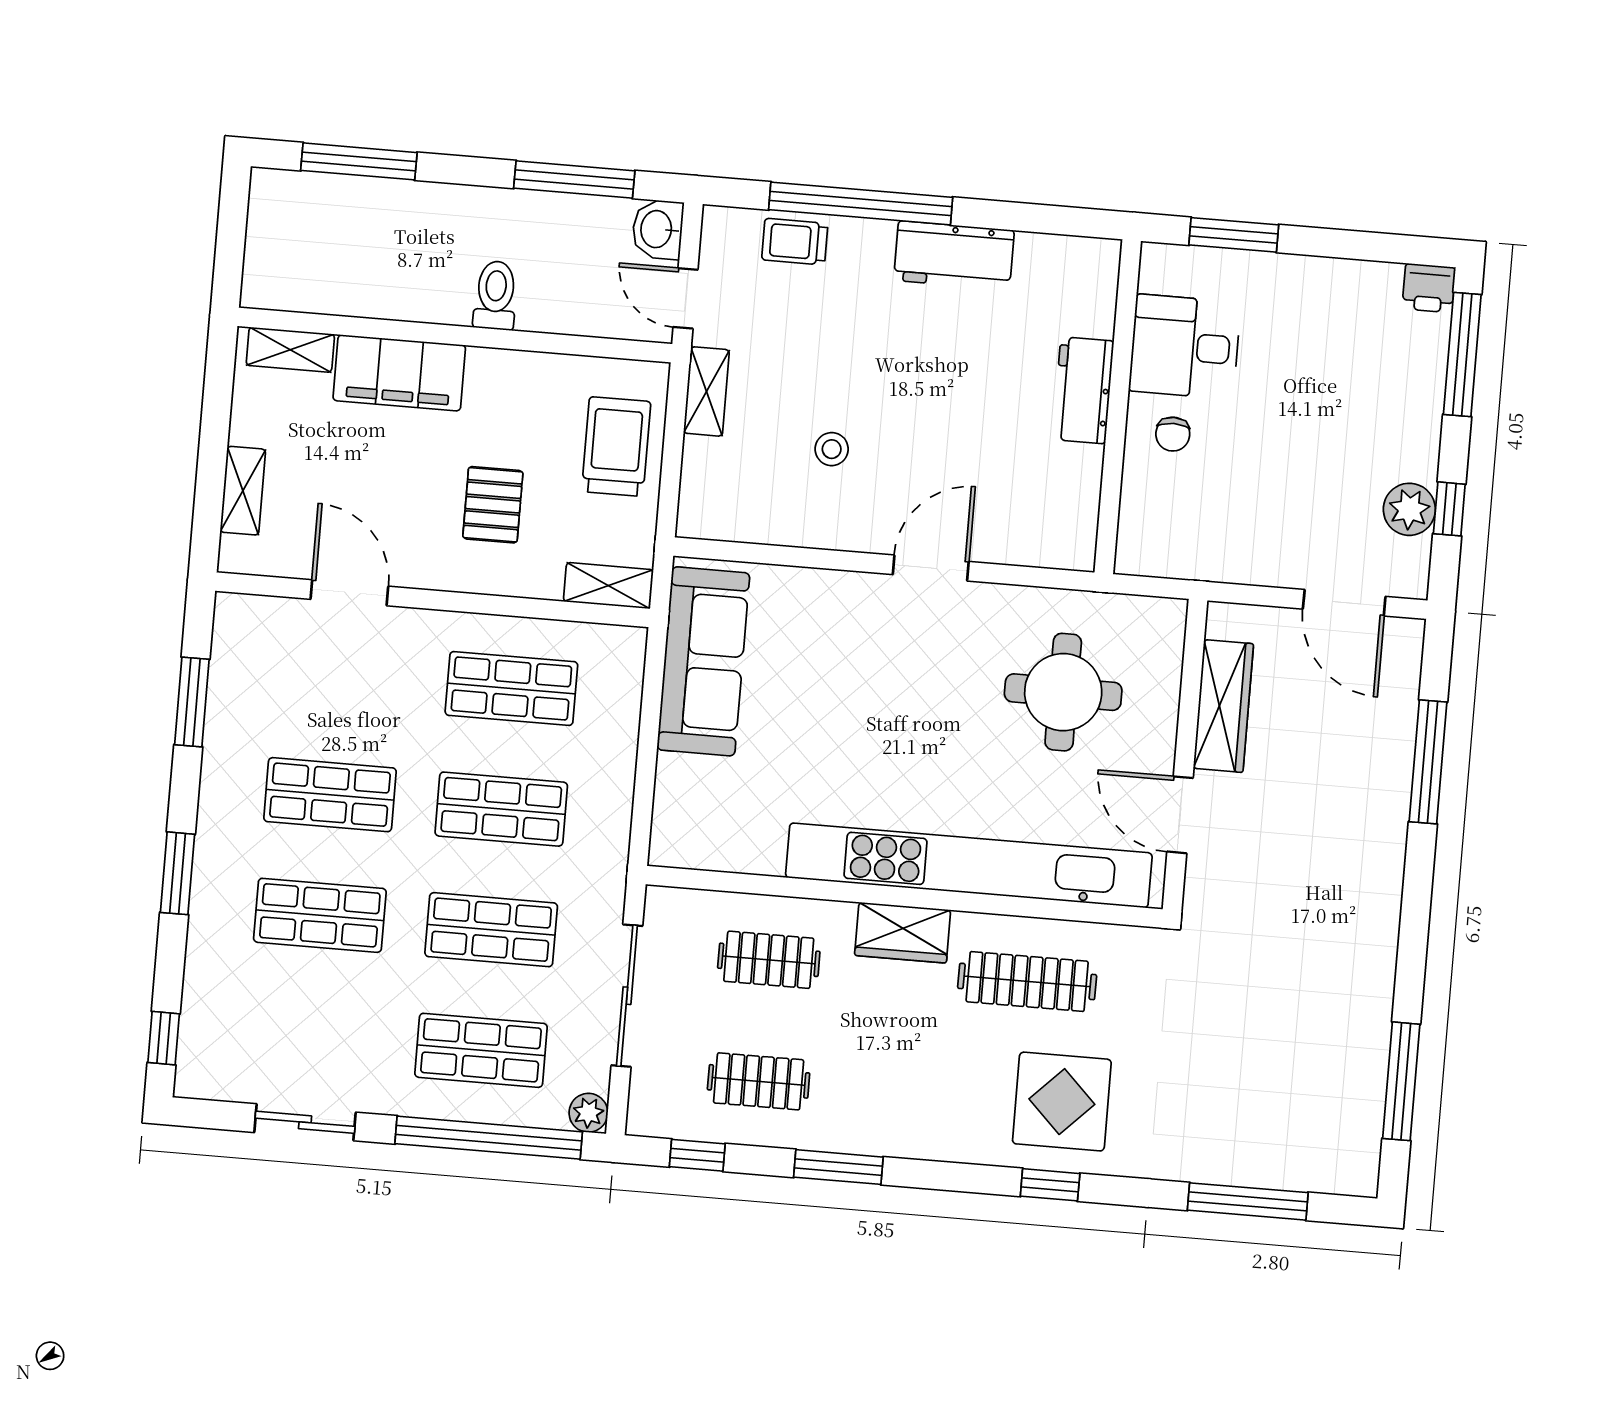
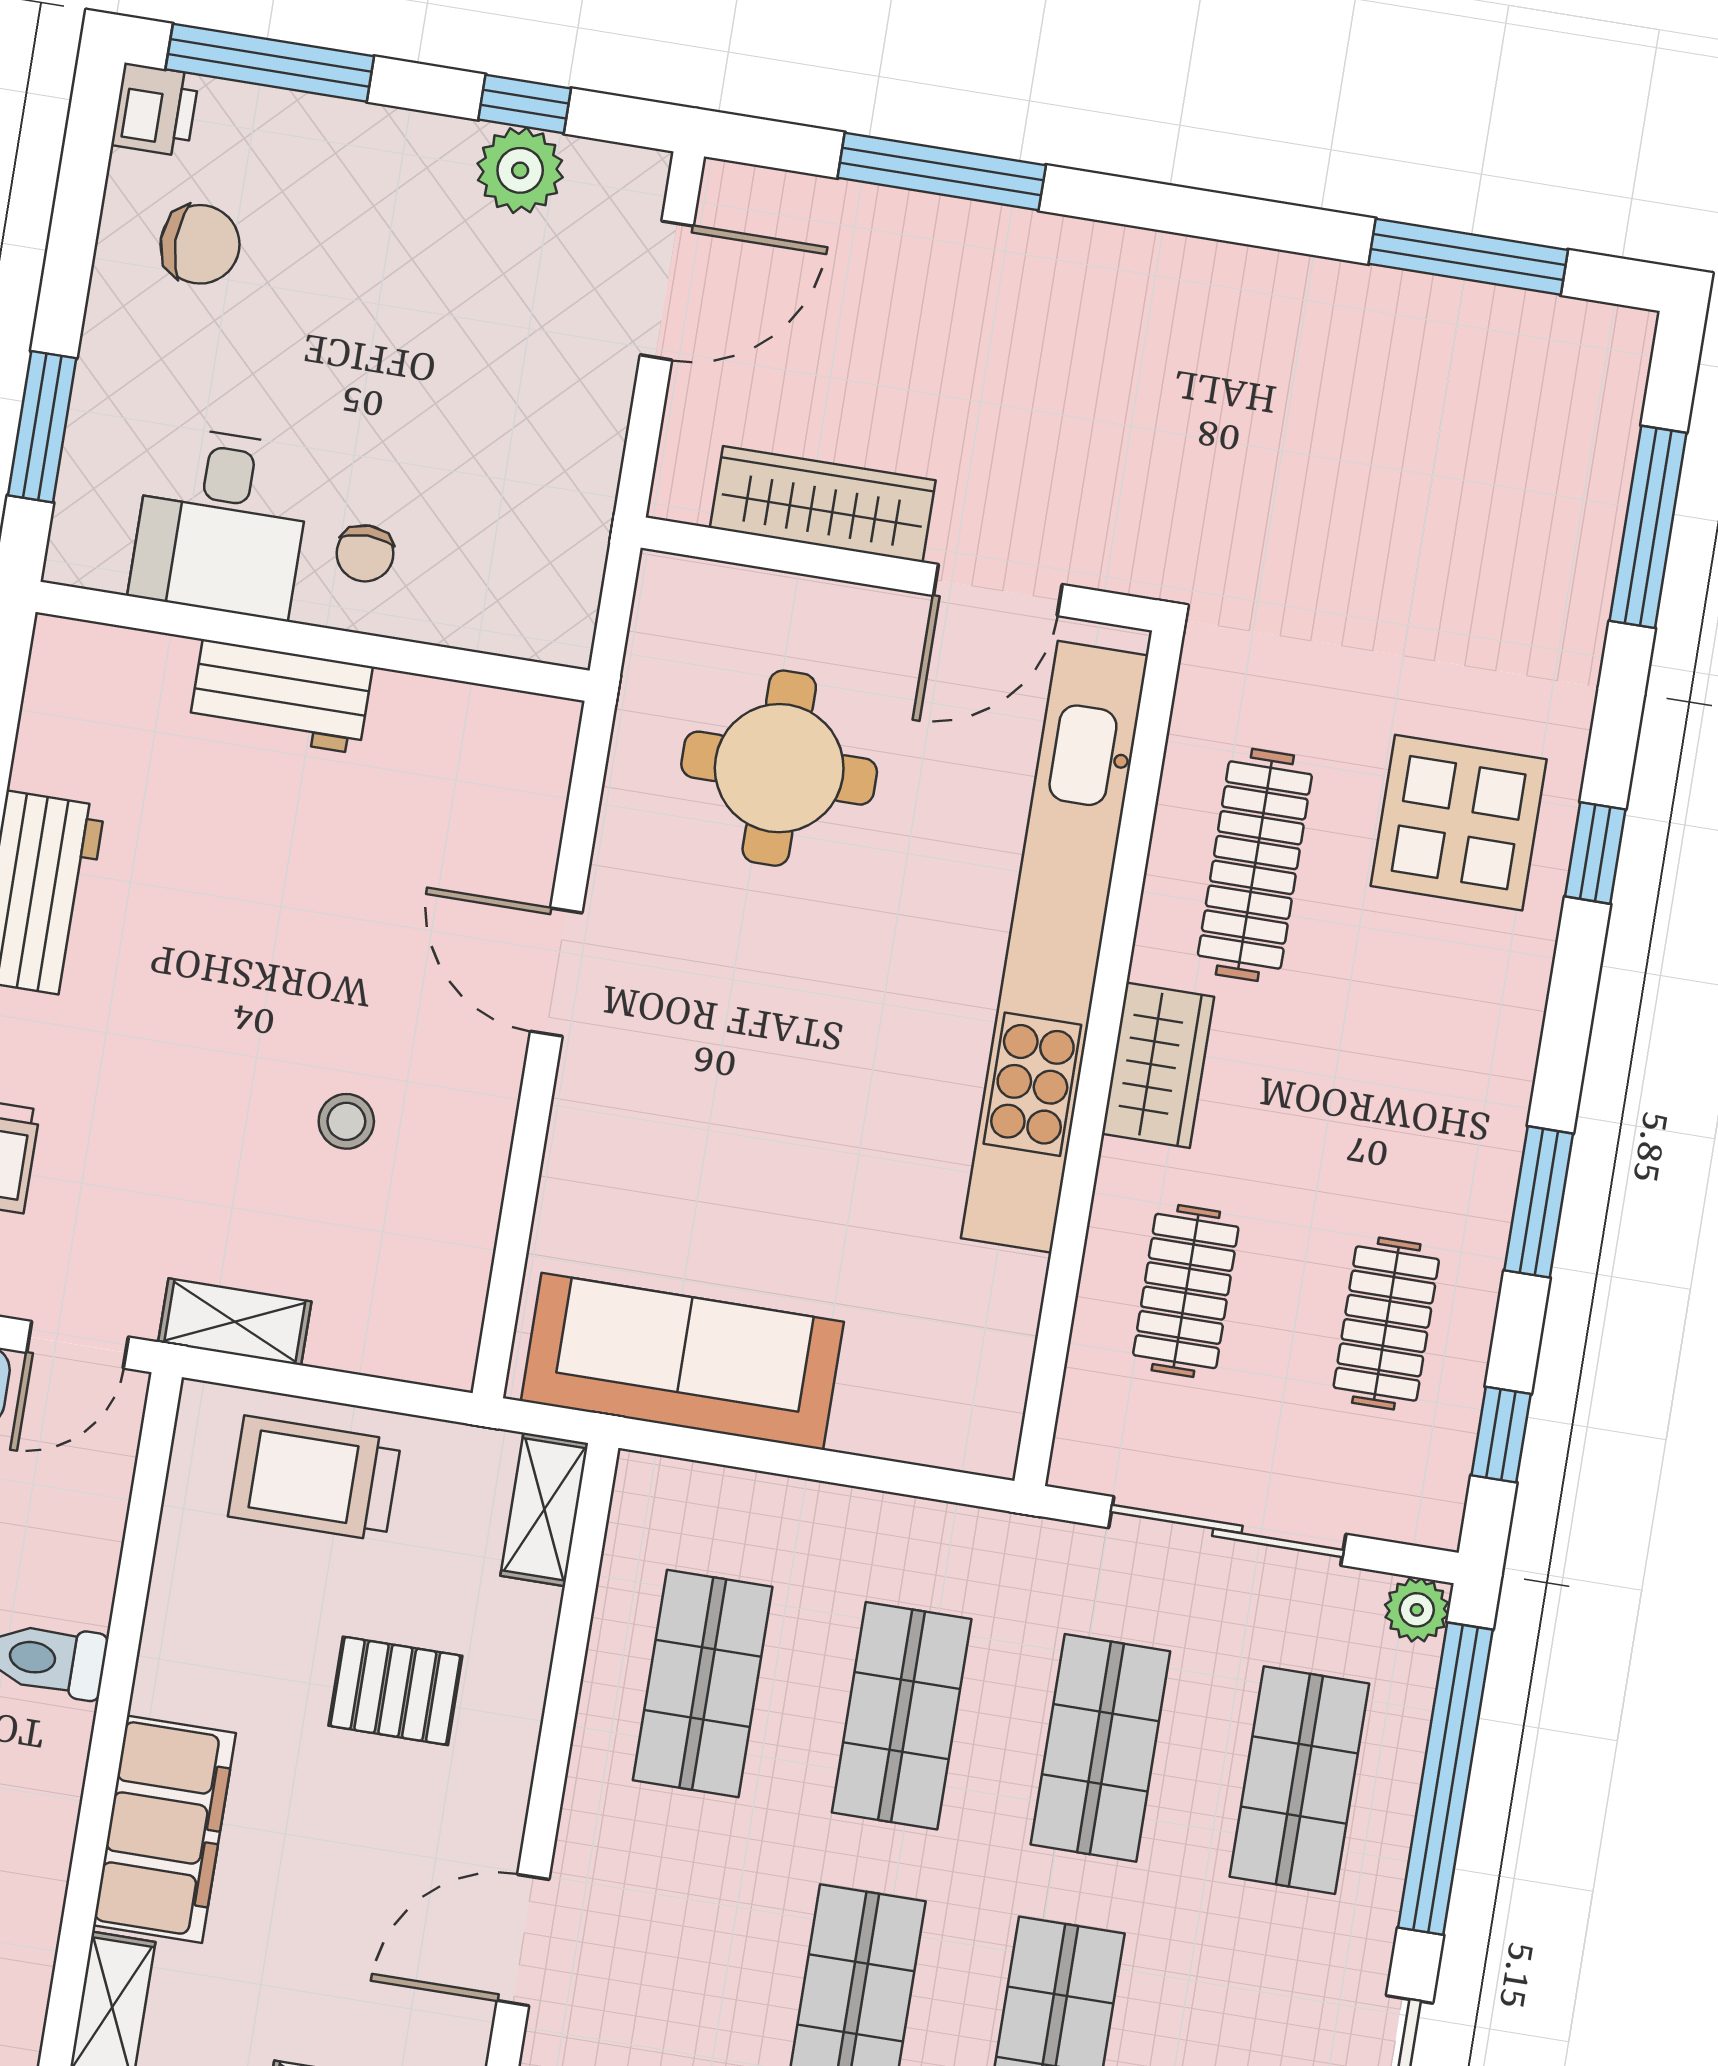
chair: (1350, 321) -> (200, 244), added
chair: (1173, 434) -> (365, 553), turned 90

